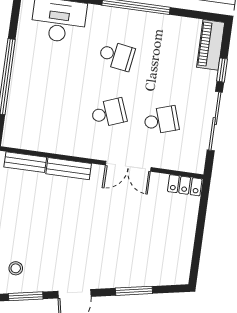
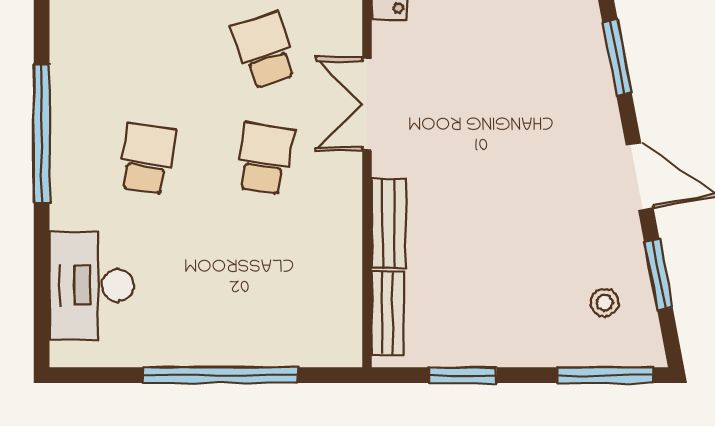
school desk: (109, 113) -> (265, 158), turned 30
double door: (128, 166) -> (367, 104), swing flipped

